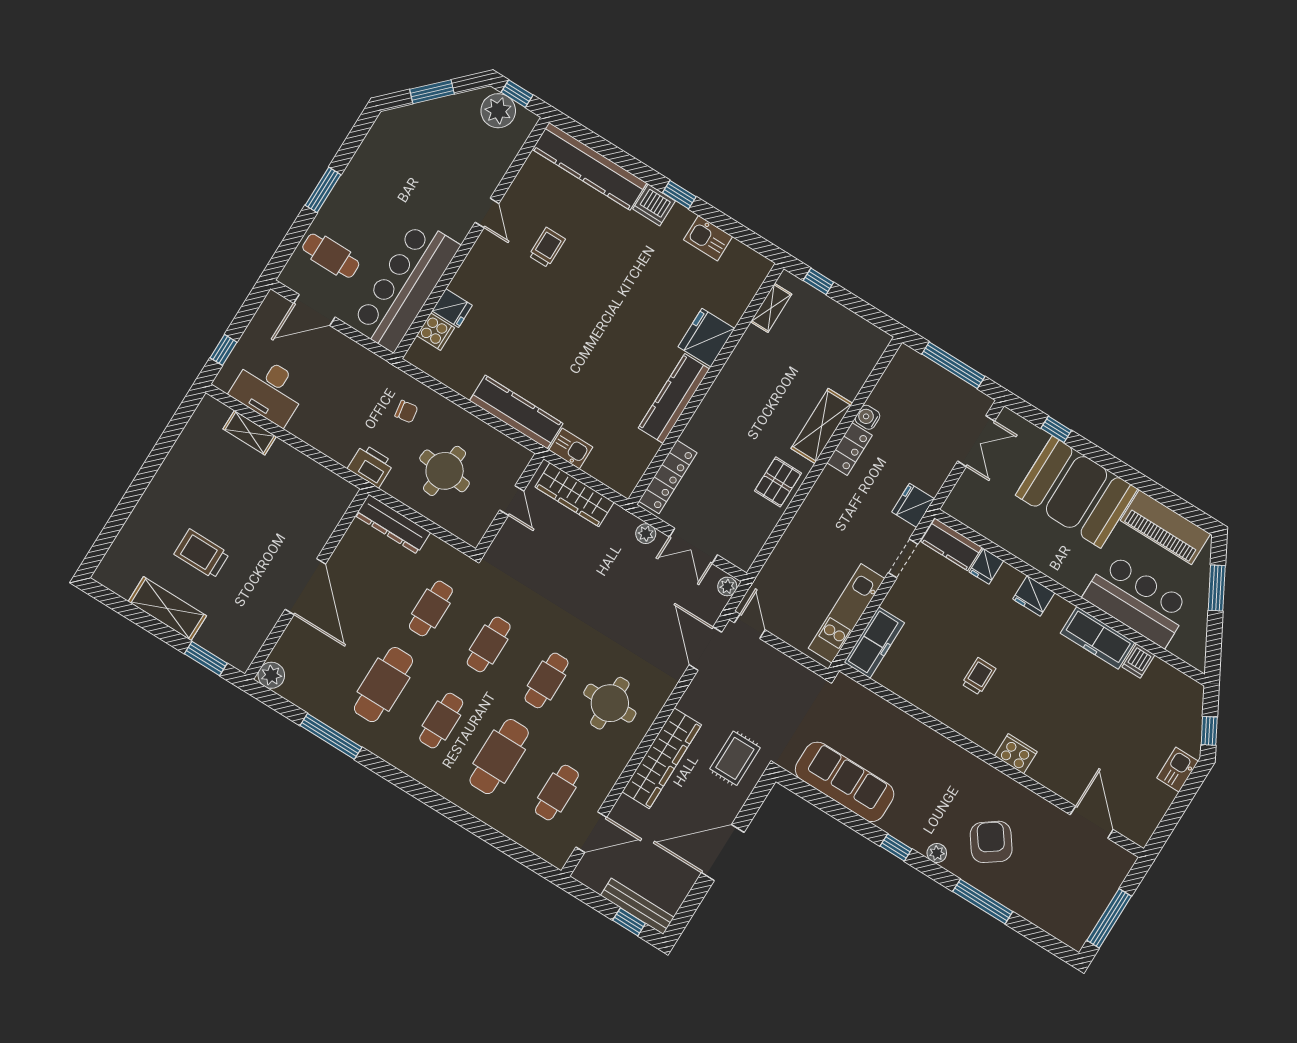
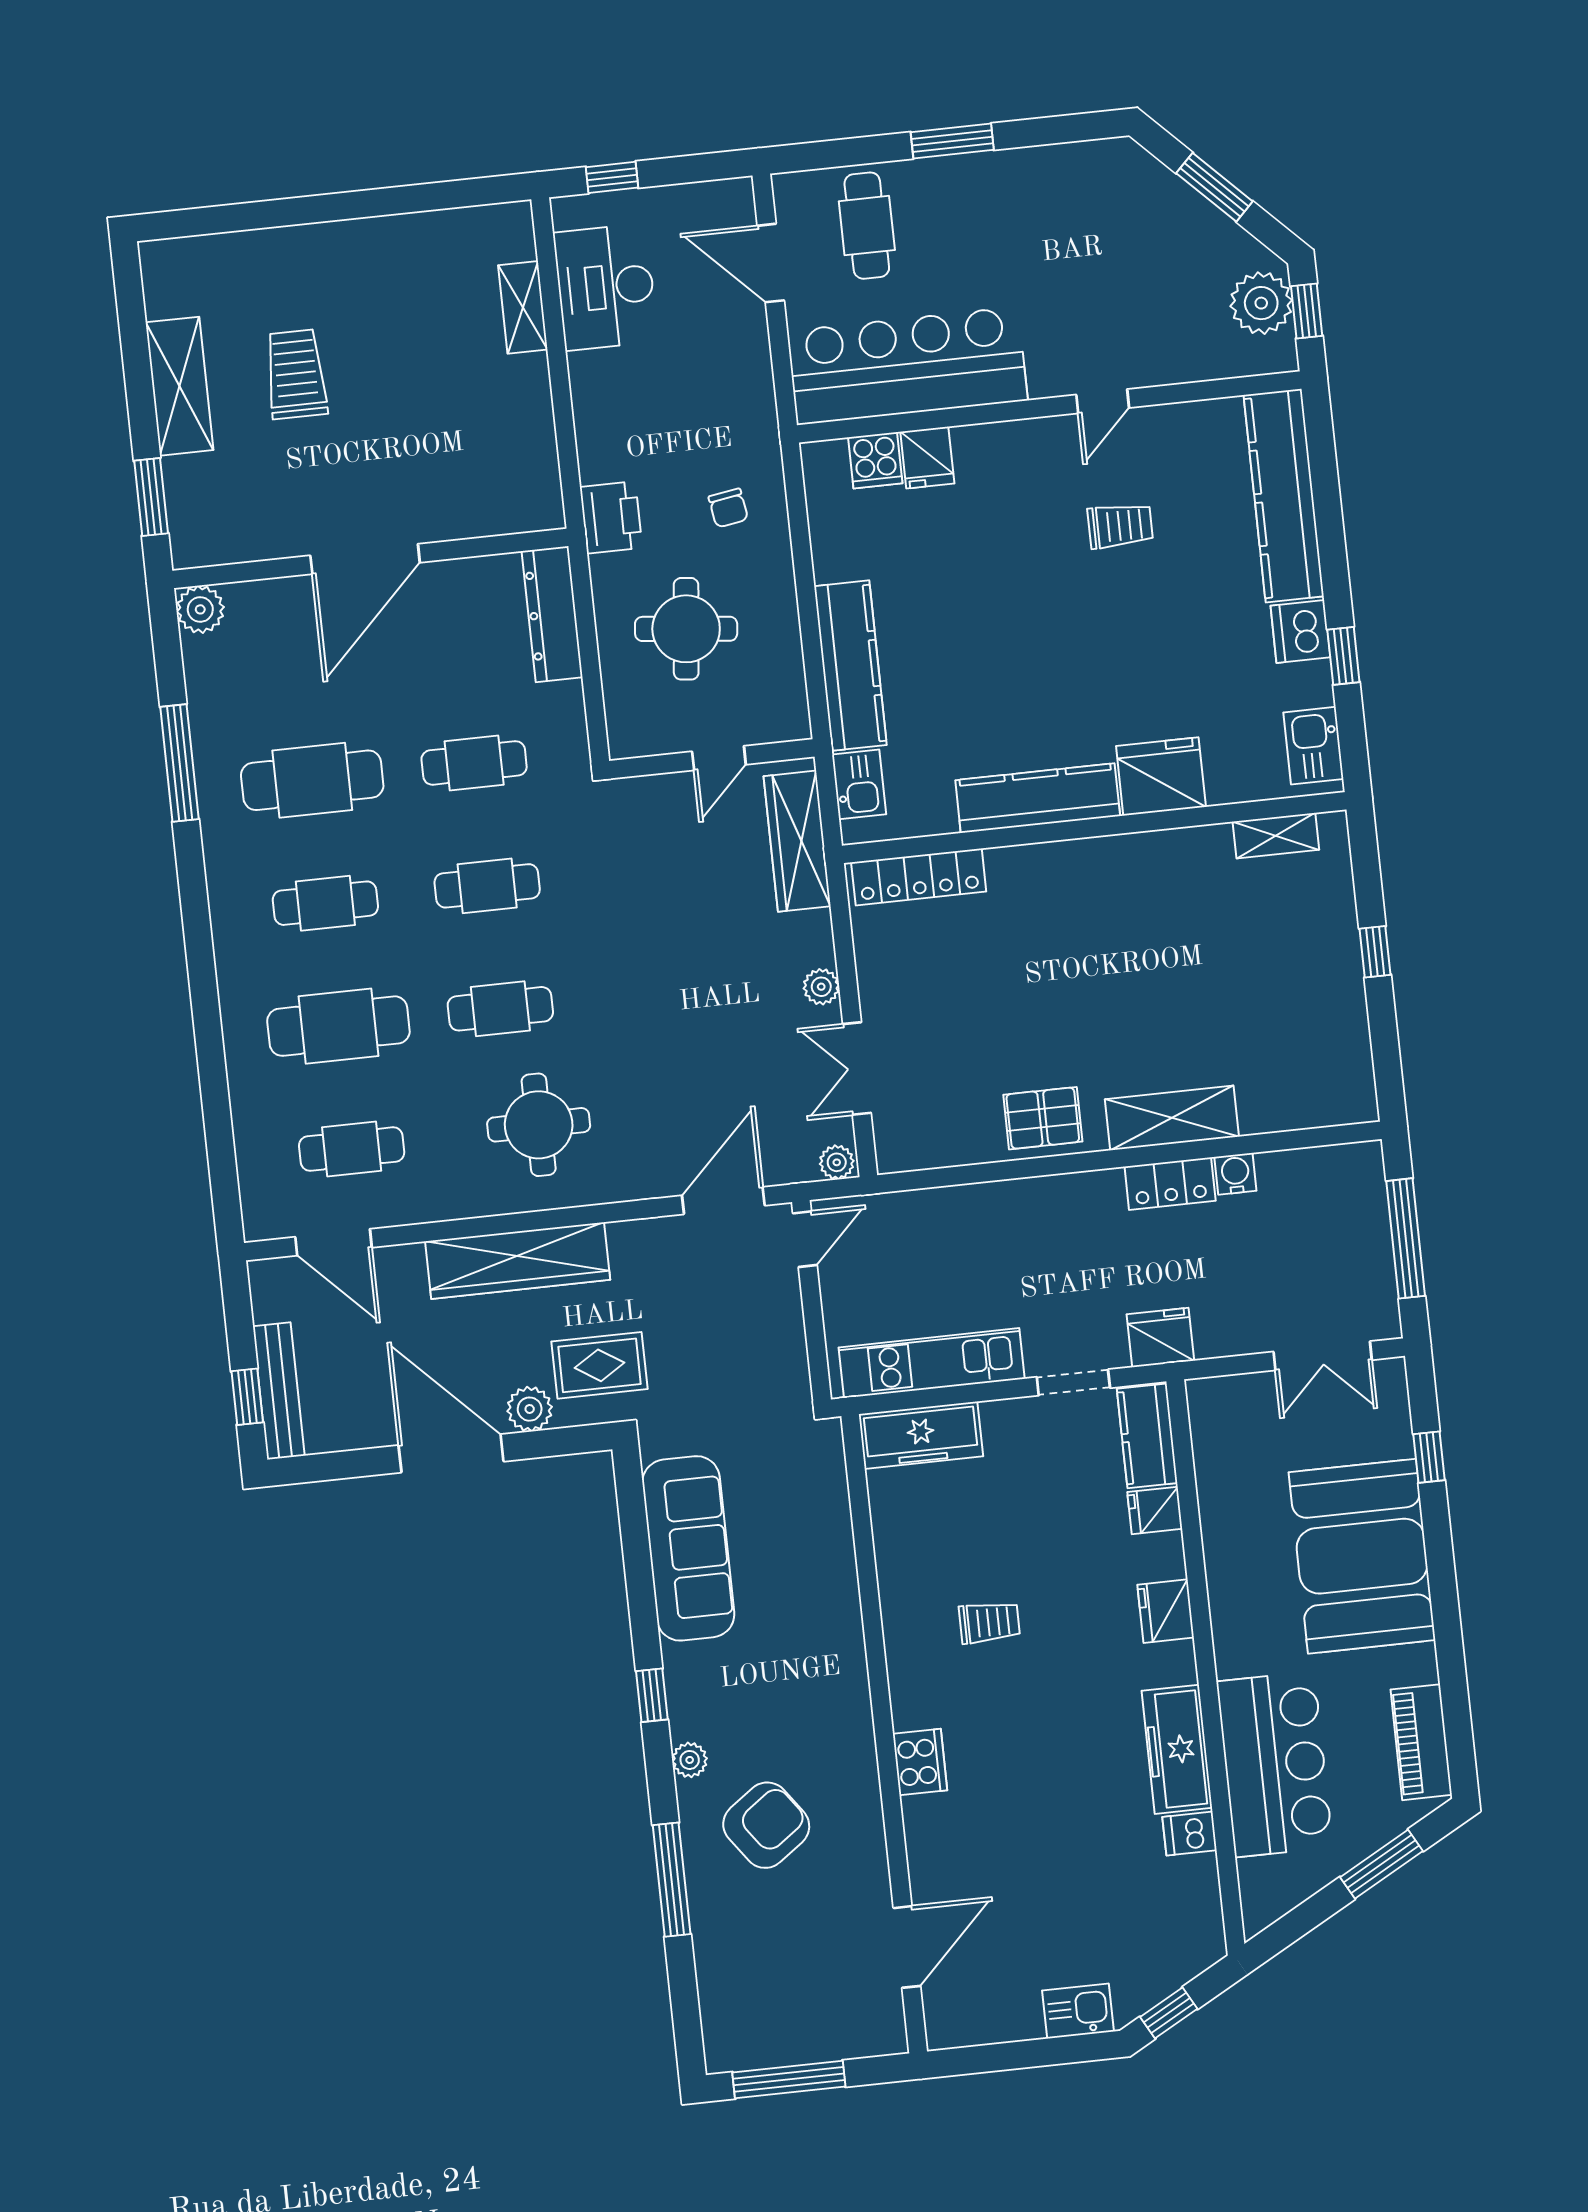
shelving: (771, 308) -> (1276, 836), moved
fridge: (706, 338) -> (1161, 776), moved
wall: (706, 384) -> (1094, 828), moved
kitchen counter: (674, 399) -> (1038, 798), moved
locker: (668, 477) -> (919, 877), moved
piano: (1165, 527) -> (1421, 1742), width x0.73, depth x0.75
plant: (730, 803) -> (530, 1409), added

